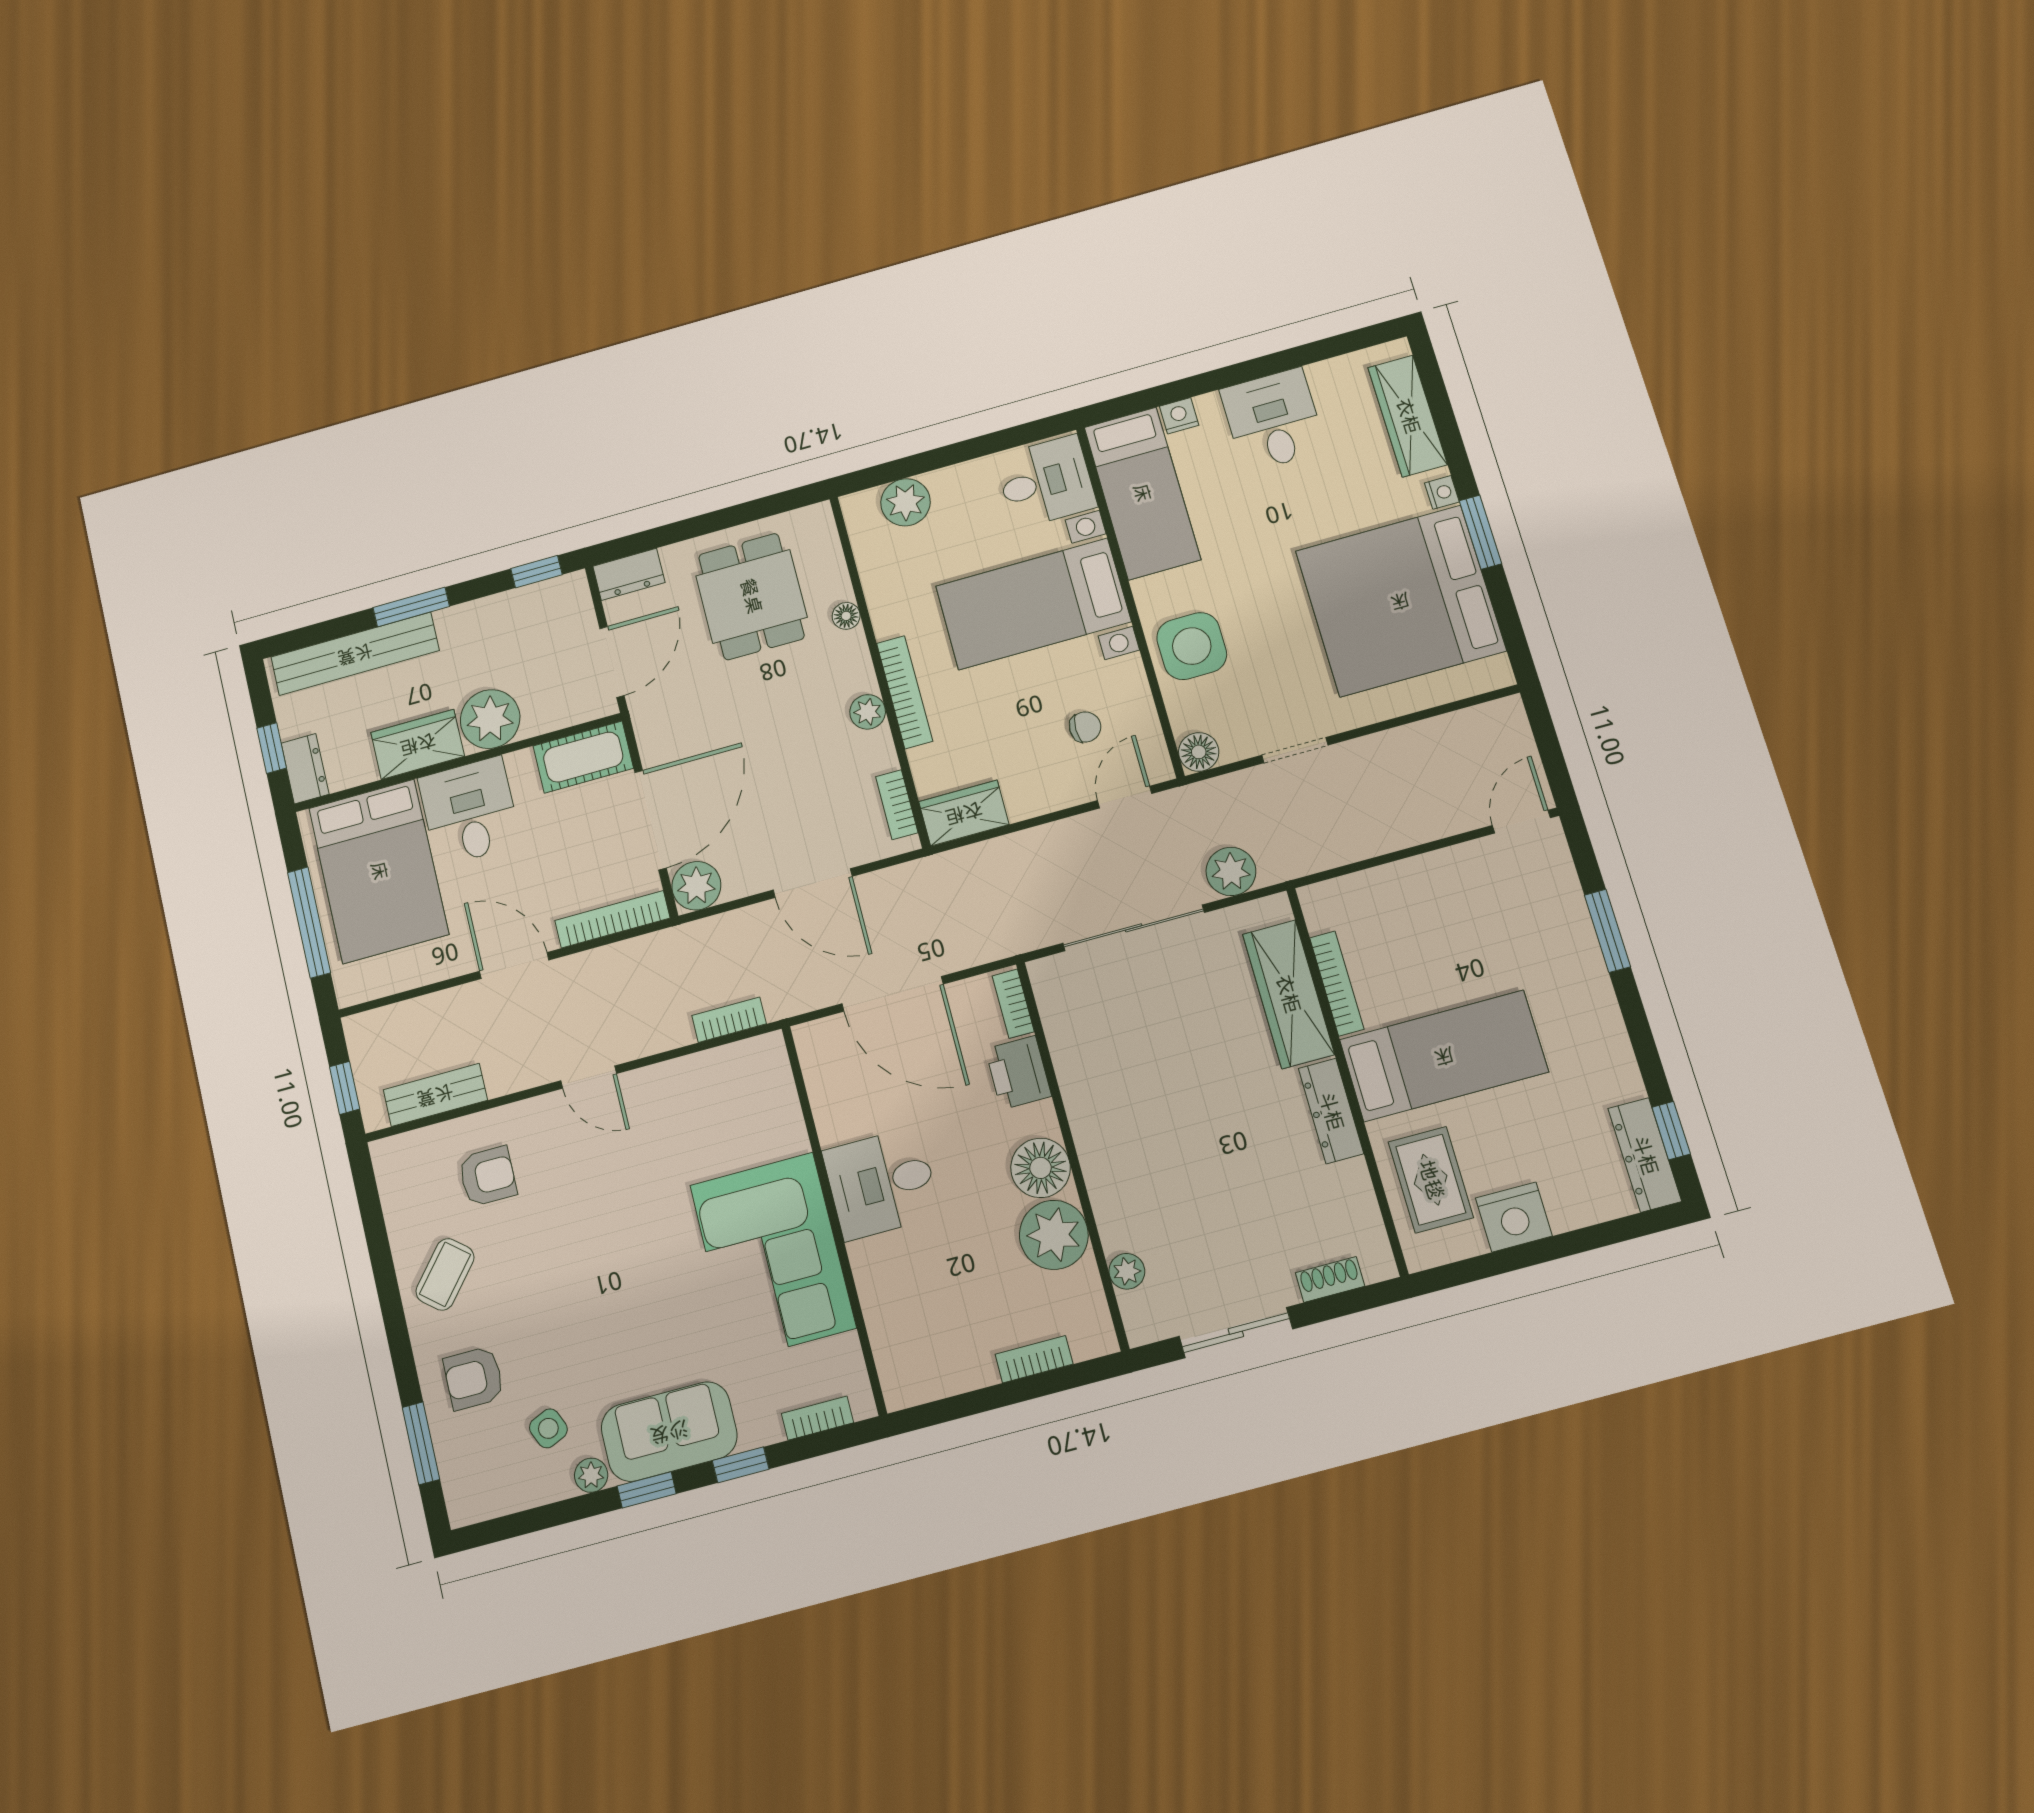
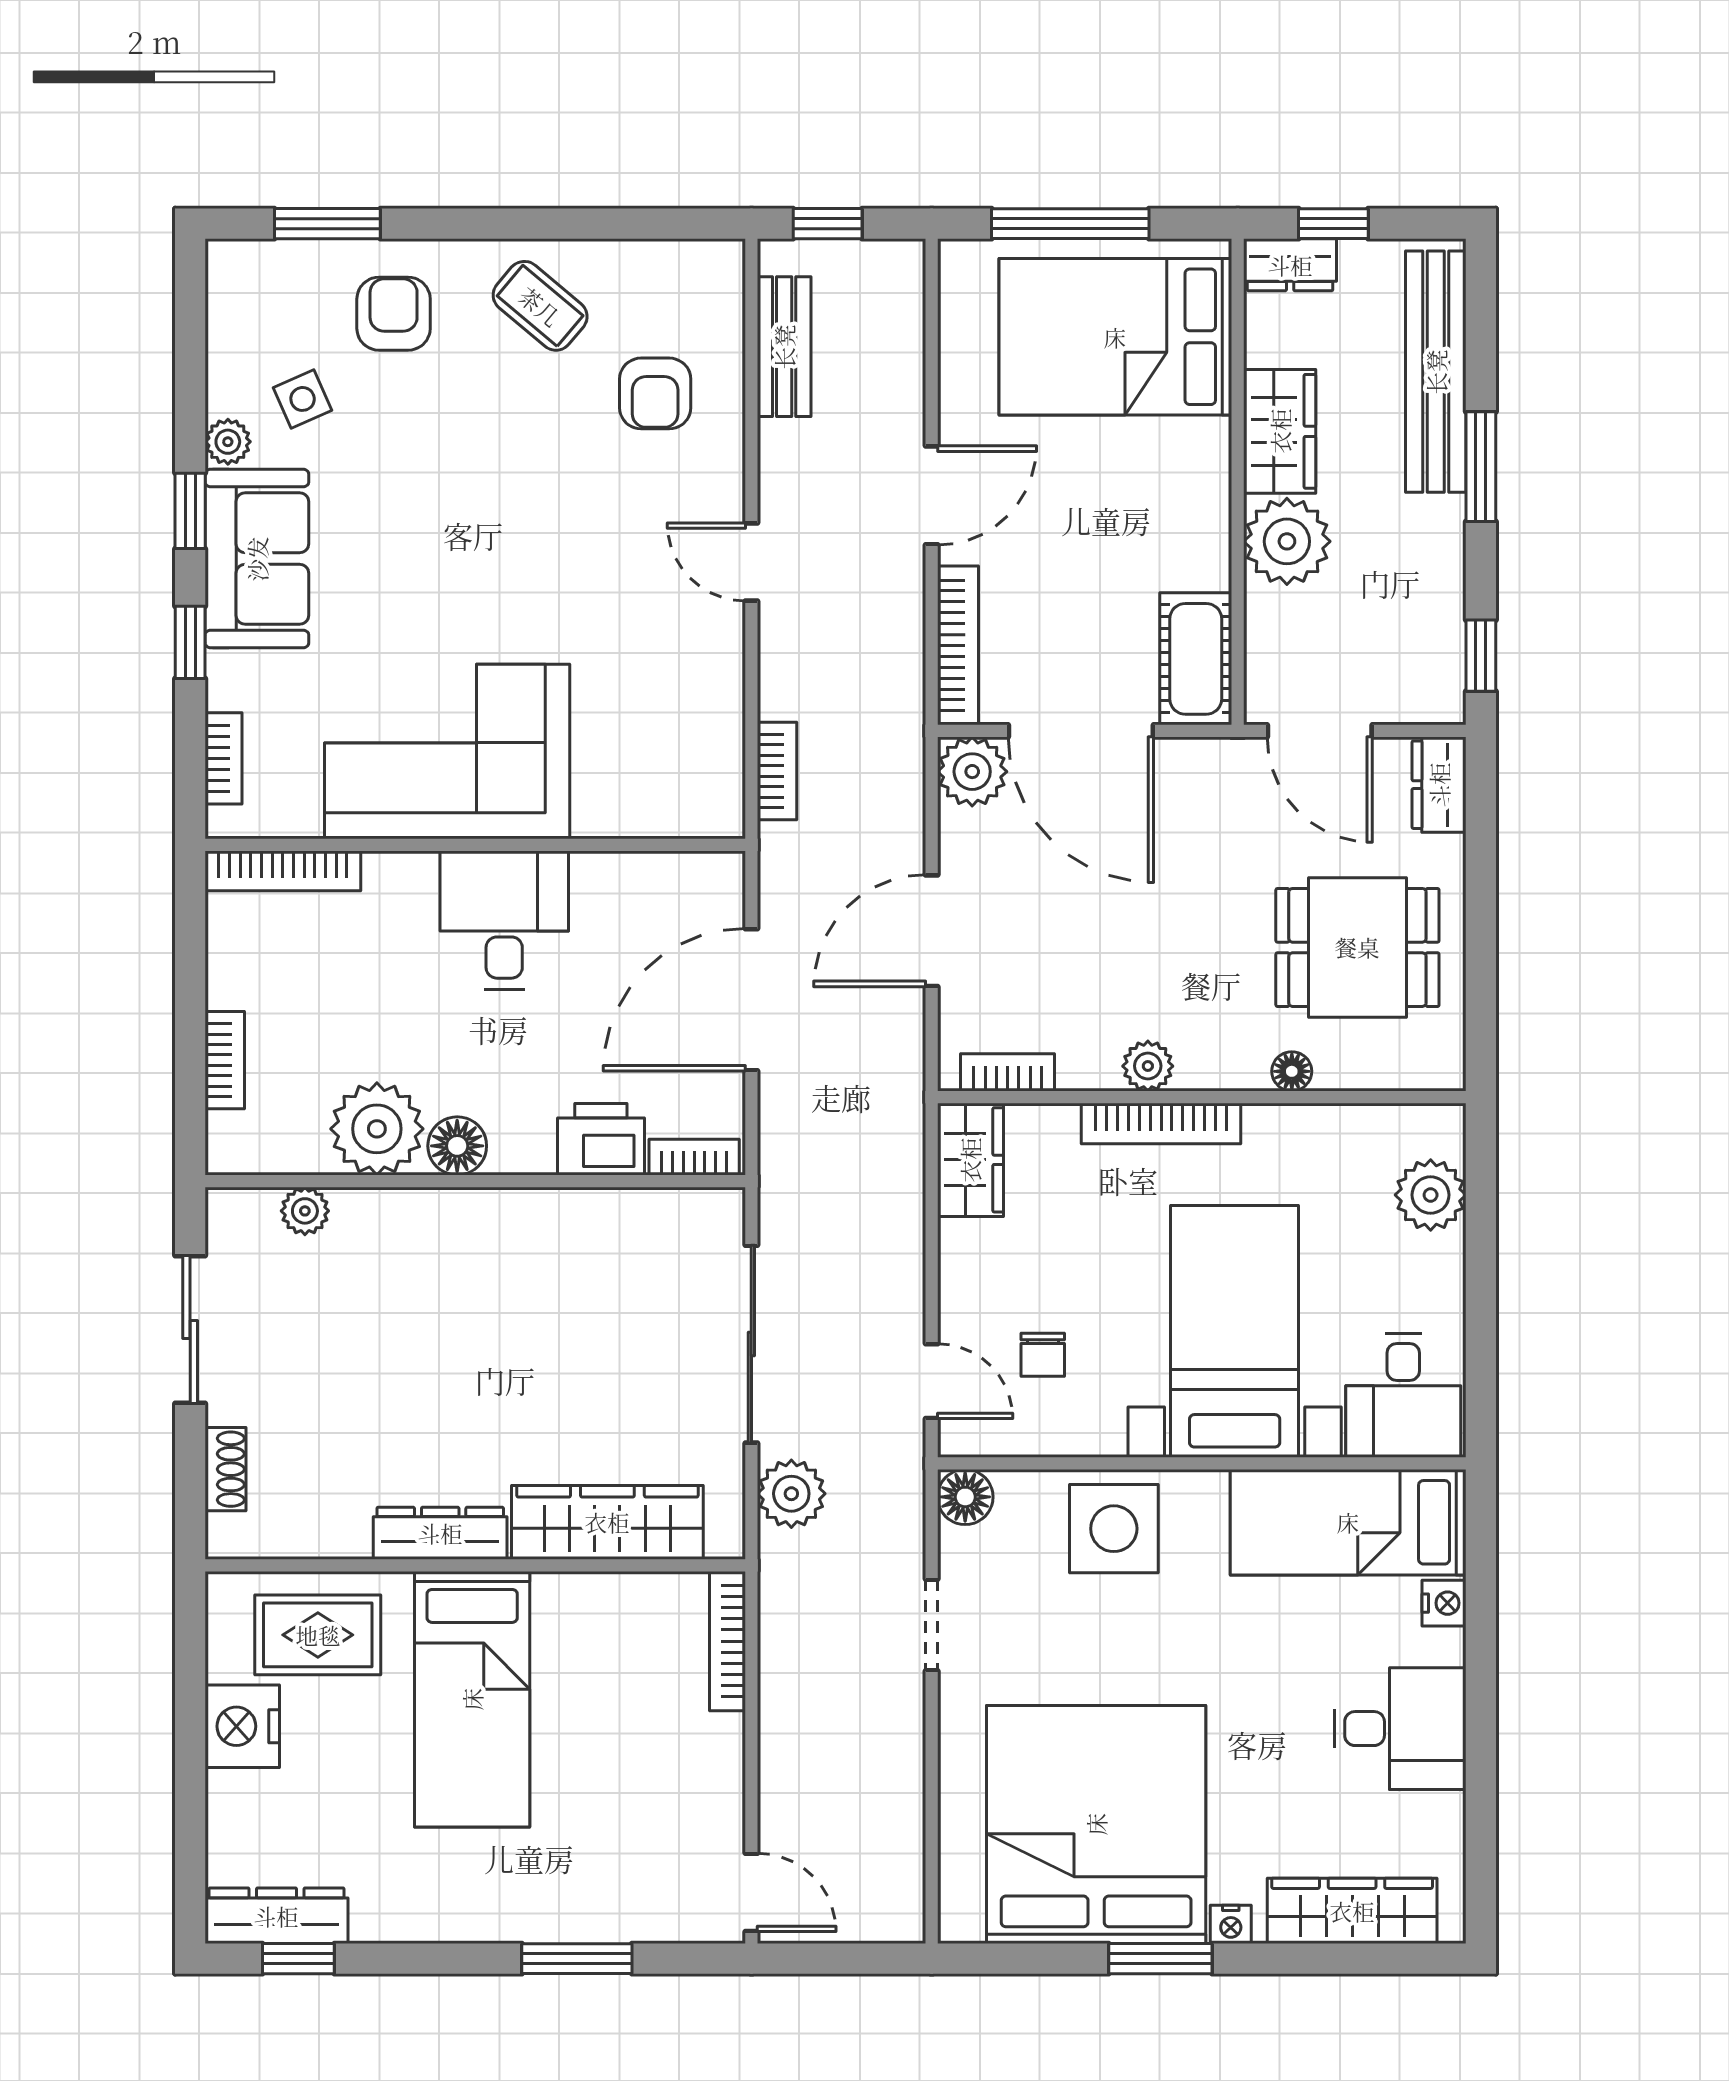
desk: (470, 811) -> (1164, 483), removed
bookcase: (1337, 983) -> (728, 1641), moved, turned 90
door: (589, 1077) -> (751, 562), hinge flipped
floor lamp: (1041, 1168) -> (457, 1146), width x0.73, depth x0.73
bookcase: (887, 1353) -> (283, 871), added

